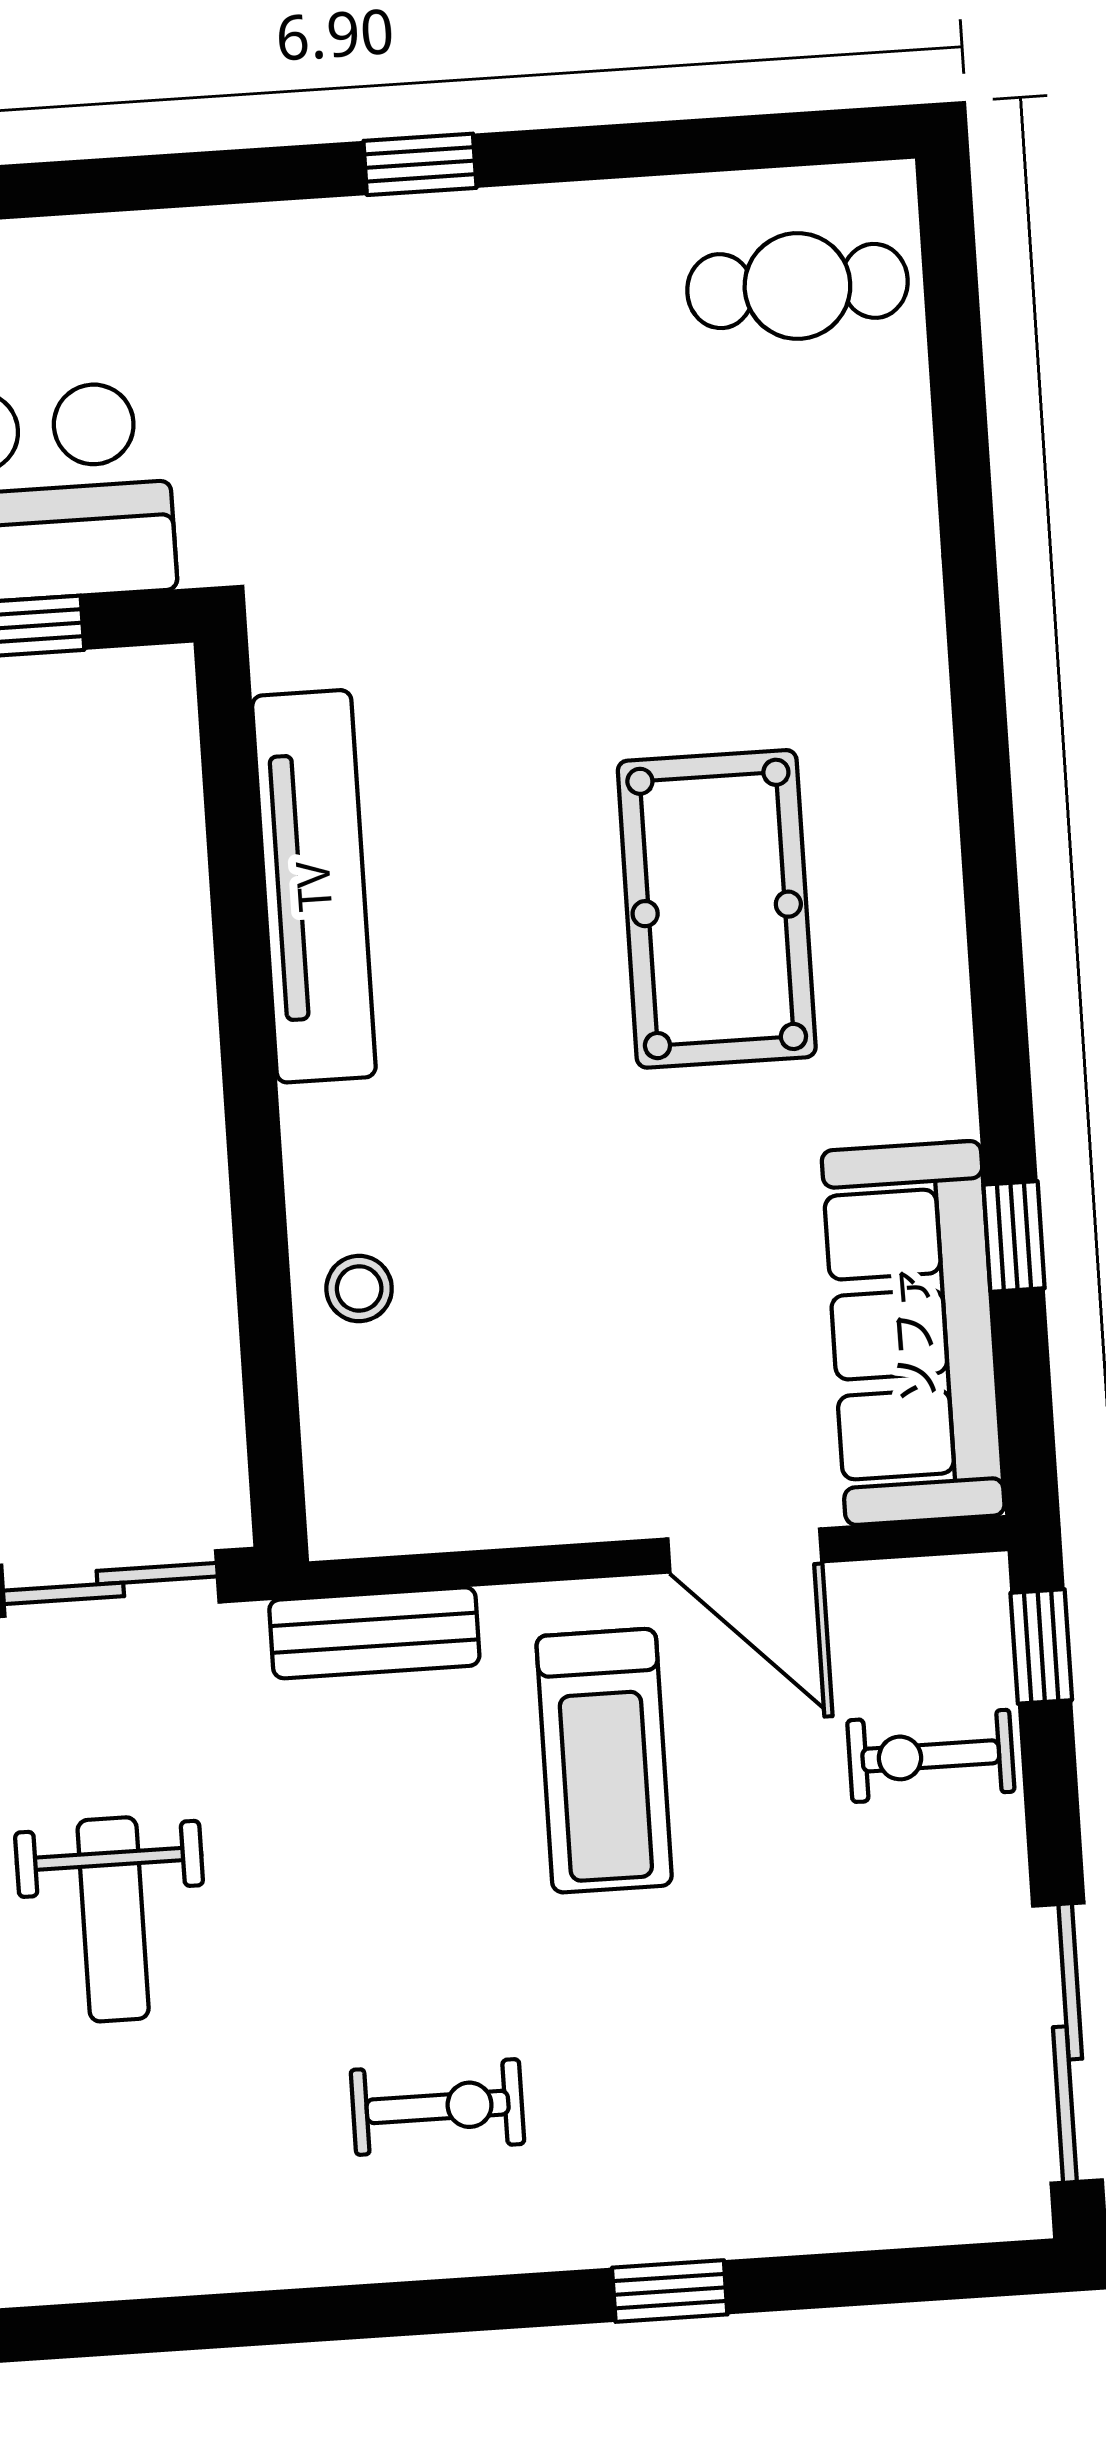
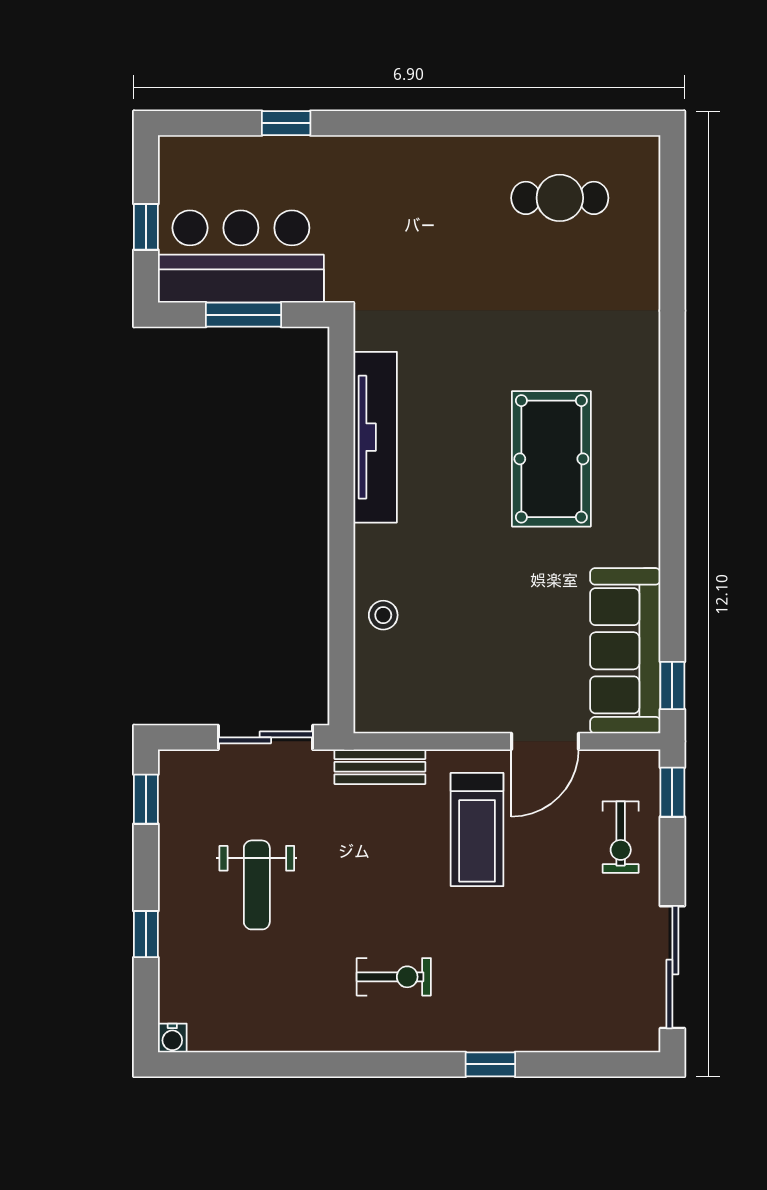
window: (420, 164) -> (286, 123), moved
cafe table: (797, 286) -> (560, 198), moved
window: (1014, 1236) -> (672, 686), moved
door: (745, 1550) -> (545, 741), hinge flipped
exercise bike: (931, 1756) -> (621, 837), turned -90

